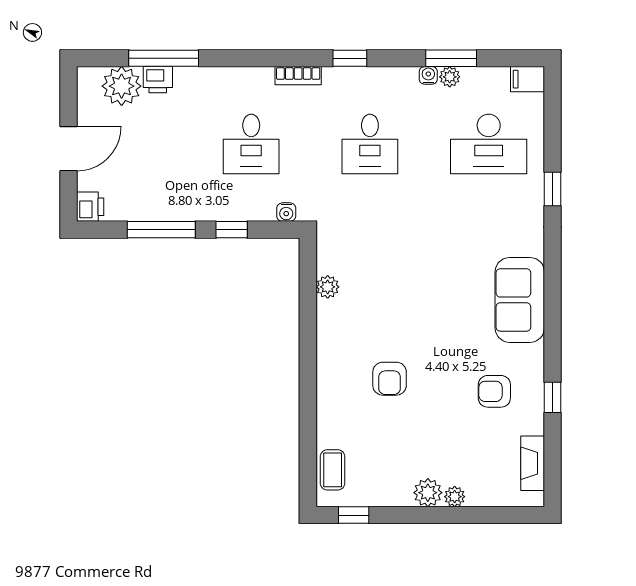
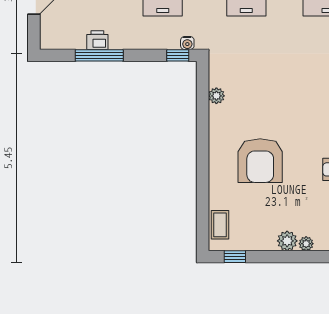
printer: (90, 207) -> (97, 40), moved, turned -90
window: (232, 230) -> (178, 55), moved
armchair: (390, 379) -> (260, 161), width x1.88, depth x1.88

